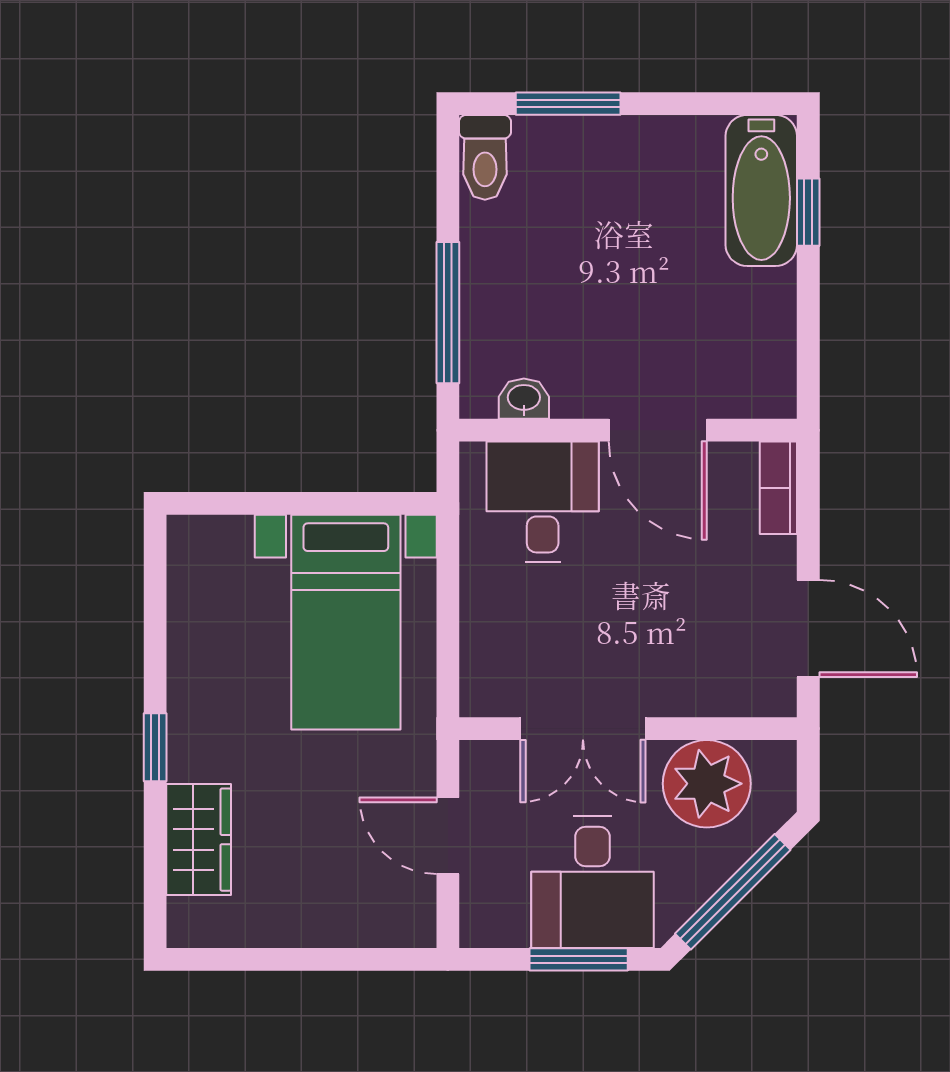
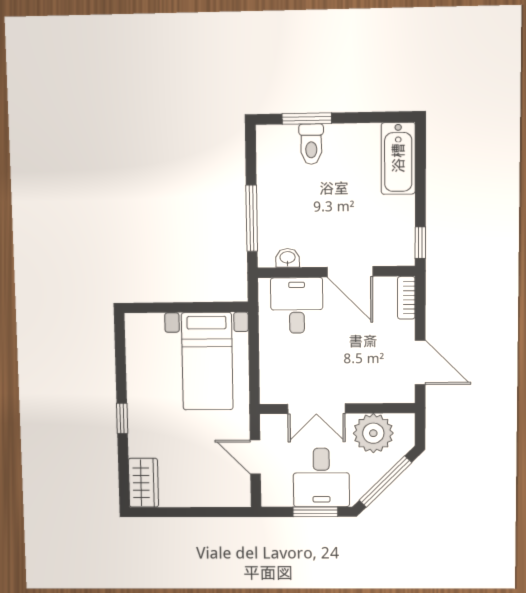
toilet: (485, 157) -> (311, 144), moved
window: (808, 212) -> (420, 243), moved
wardrobe: (199, 840) -> (143, 483), moved

